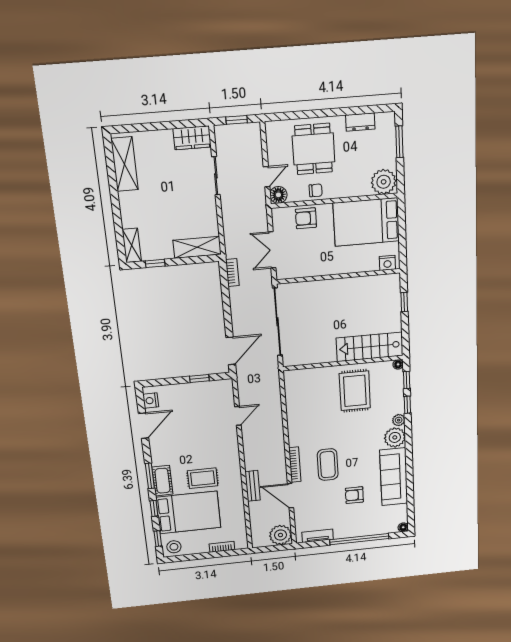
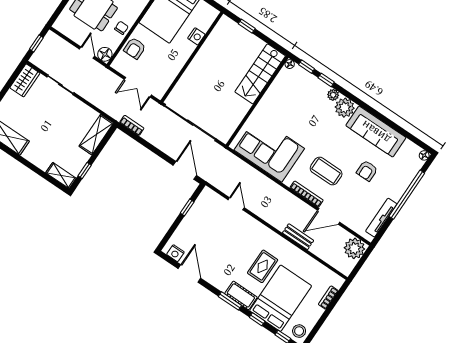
nightstand: (387, 263) -> (196, 36), moved
rug: (355, 391) -> (285, 109), removed
corner sofa: (309, 406) -> (269, 149), added
tv unit: (318, 536) -> (381, 218), width x1.41

